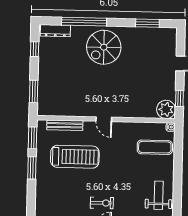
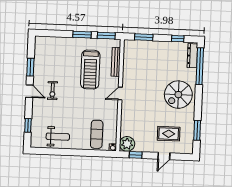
window: (84, 22) -> (200, 66), moved
spiral stairs: (104, 47) -> (178, 95), turned -90
rug: (152, 58) -> (169, 134), added

